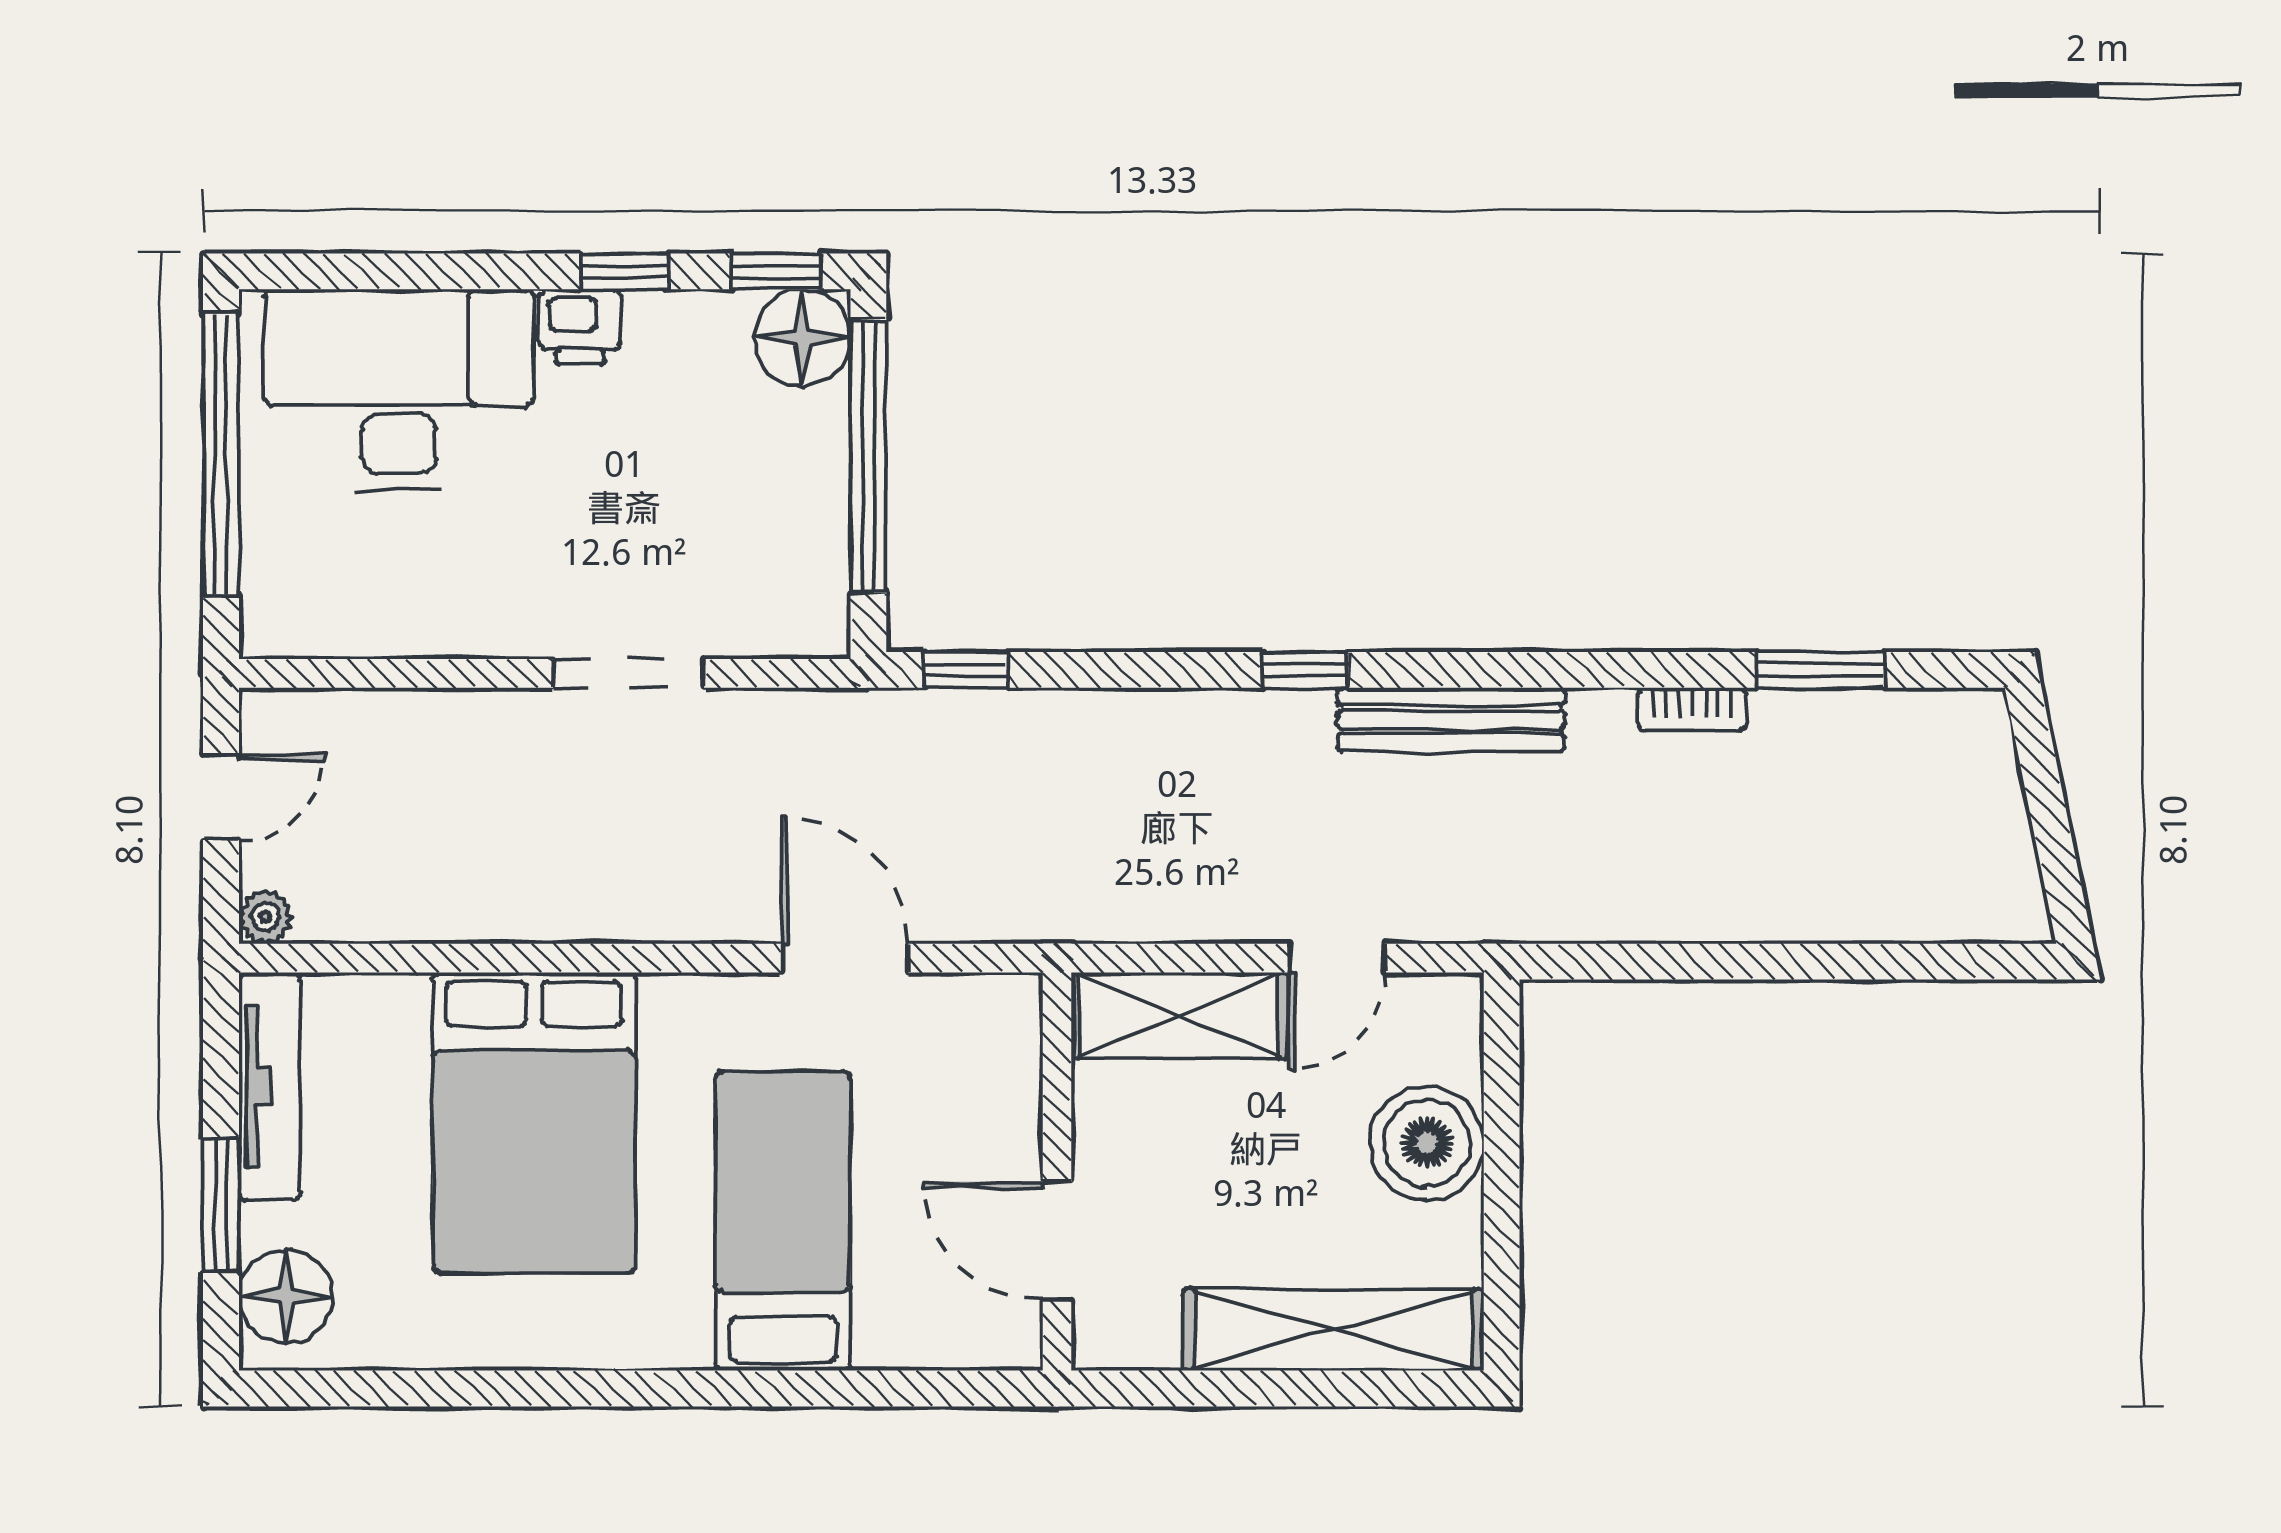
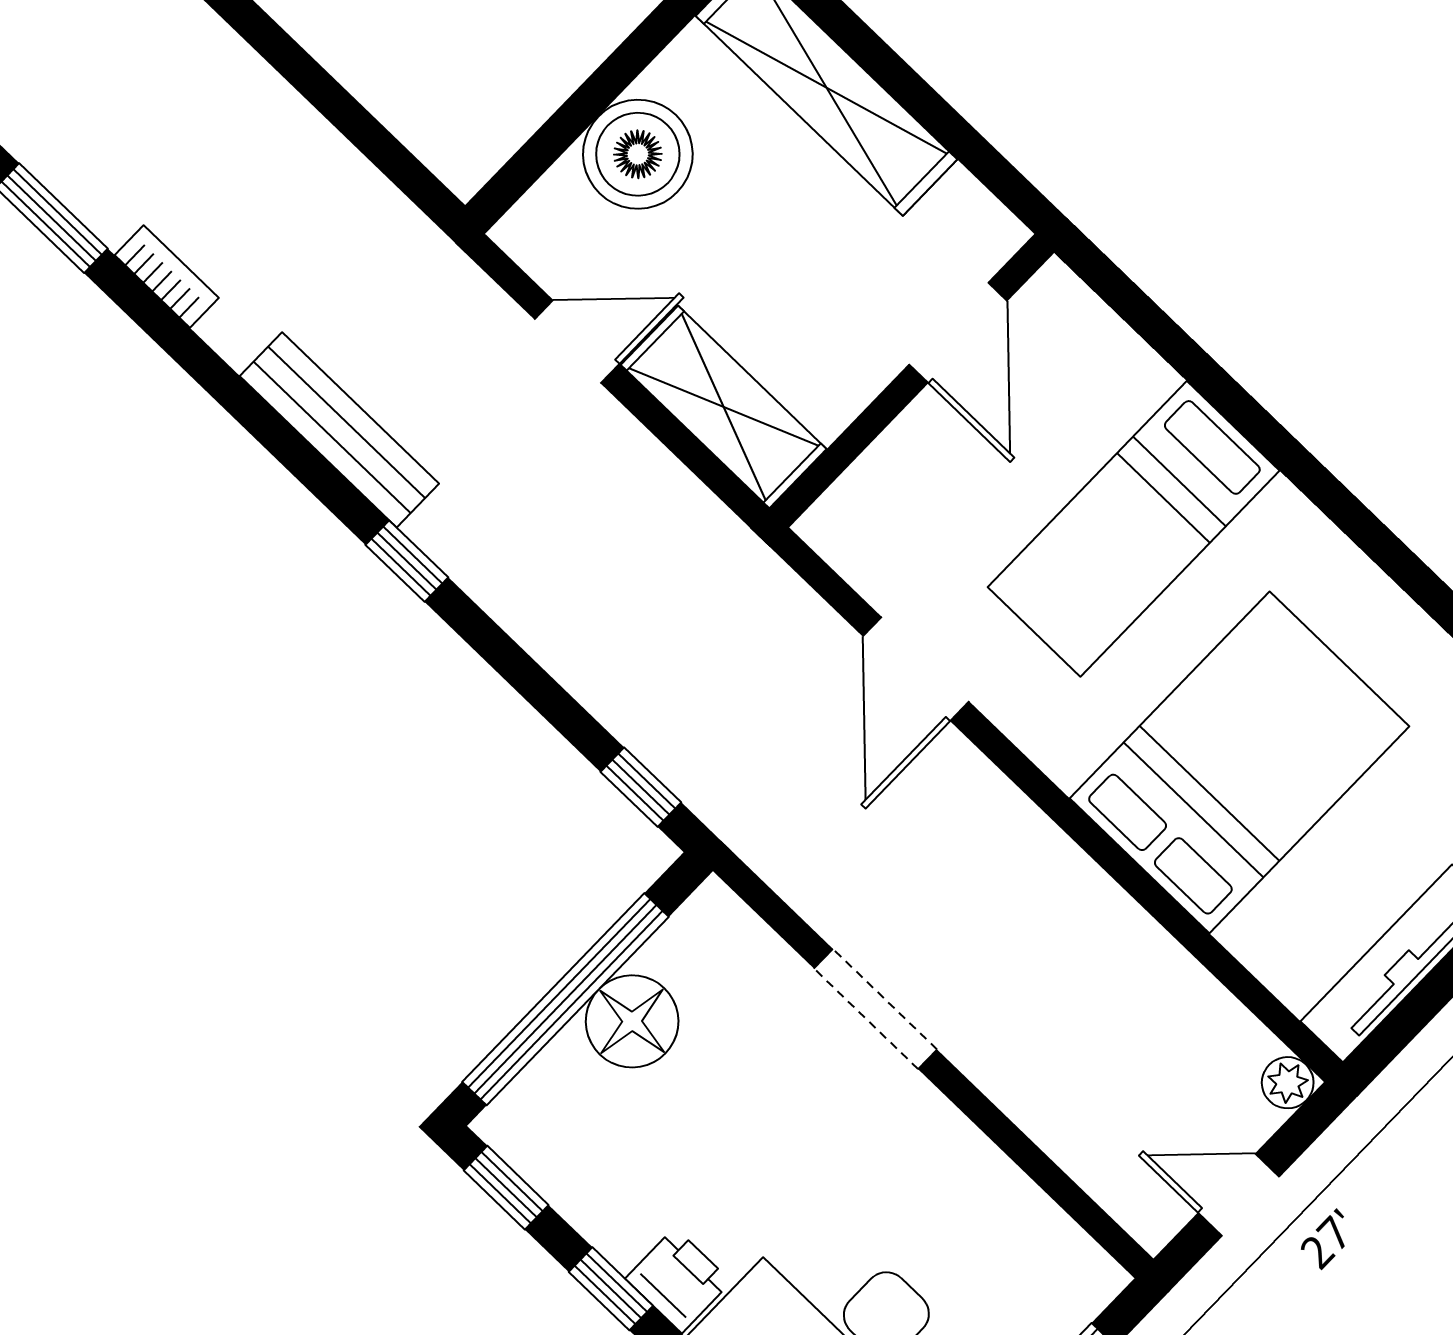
floor lamp: (802, 338) -> (632, 1021), moved

